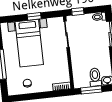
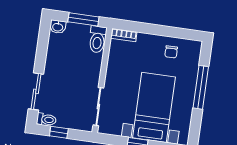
window: (78, 12) -> (59, 132), moved
toilet: (95, 77) -> (98, 39), moved

